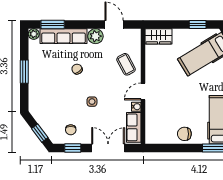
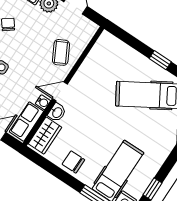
wardrobe: (158, 36) -> (45, 136), moved, turned -90
washbasin: (151, 107) -> (57, 112), added

